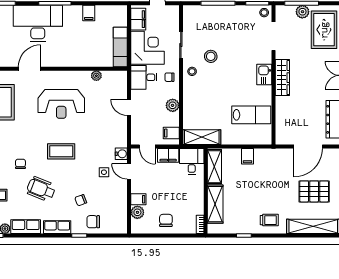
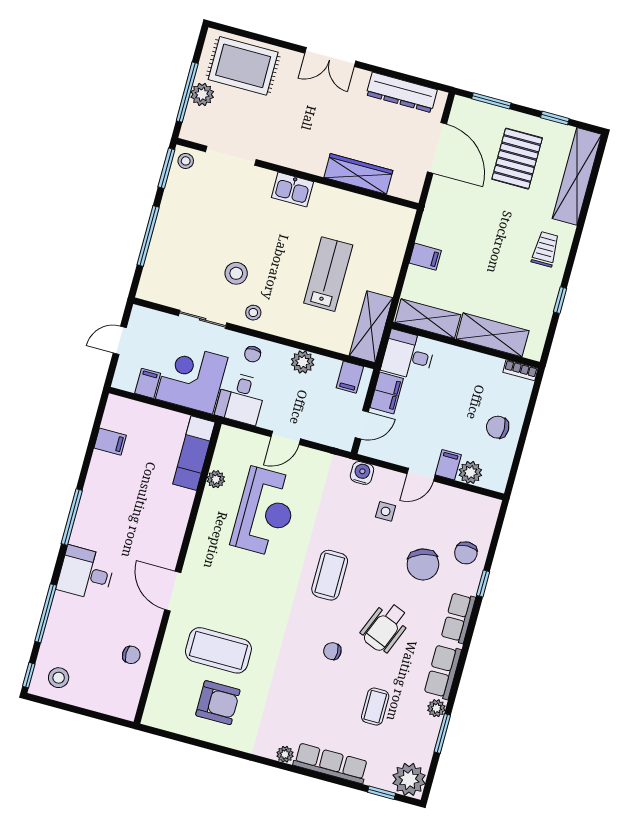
filing cabinet: (89, 13) -> (110, 442), moved
filing cabinet: (138, 19) -> (148, 383), width x0.50
desk: (38, 23) -> (86, 573), width x0.53, depth x0.77
exam couch: (120, 47) -> (194, 453), moved, turned 90
wardrobe: (282, 78) -> (358, 174), moved
reception desk: (61, 104) -> (265, 512), moved
lab bench: (251, 115) -> (328, 274), moved
door: (129, 171) -> (421, 475), moved
chair: (81, 200) -> (423, 564), width x1.87, depth x1.87

